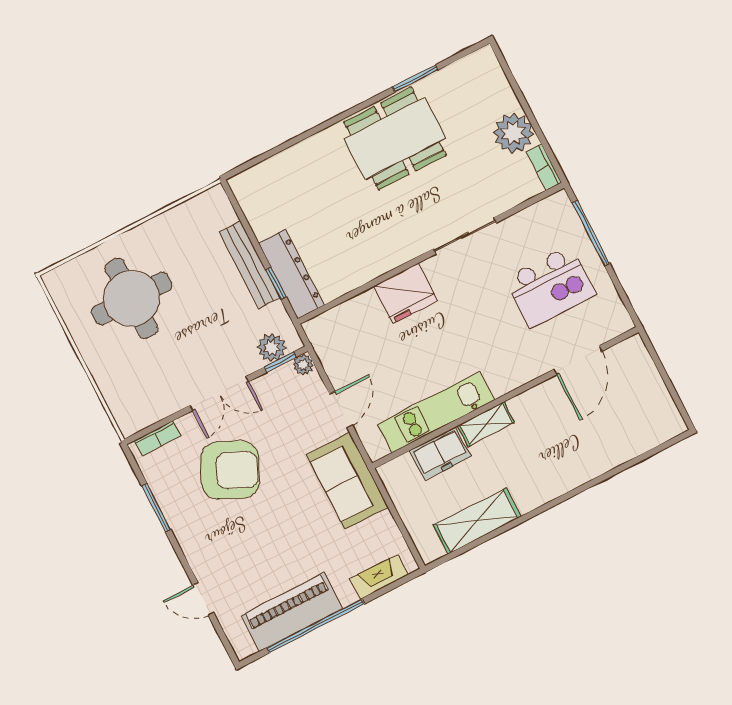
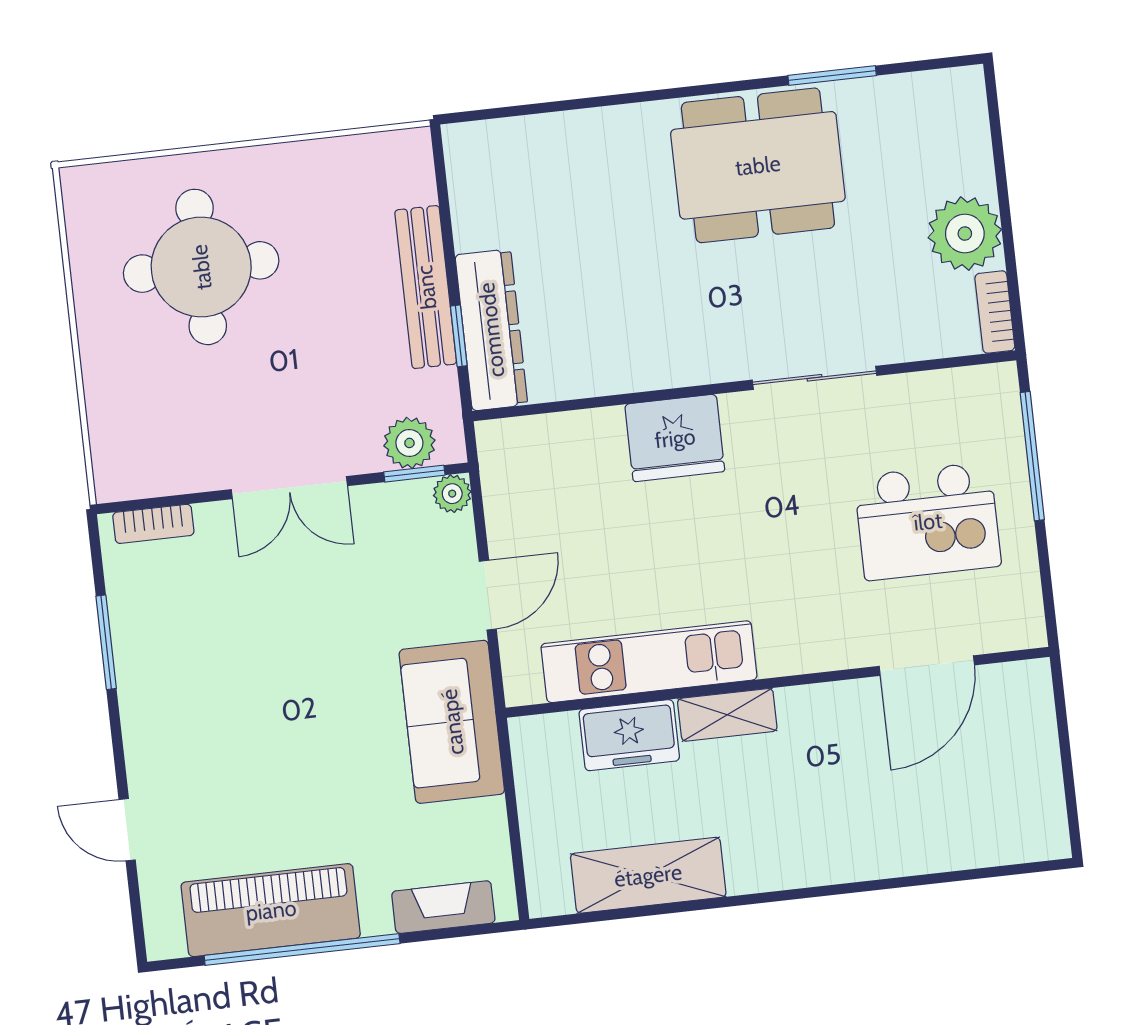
armchair: (230, 470) -> (258, 626), removed

